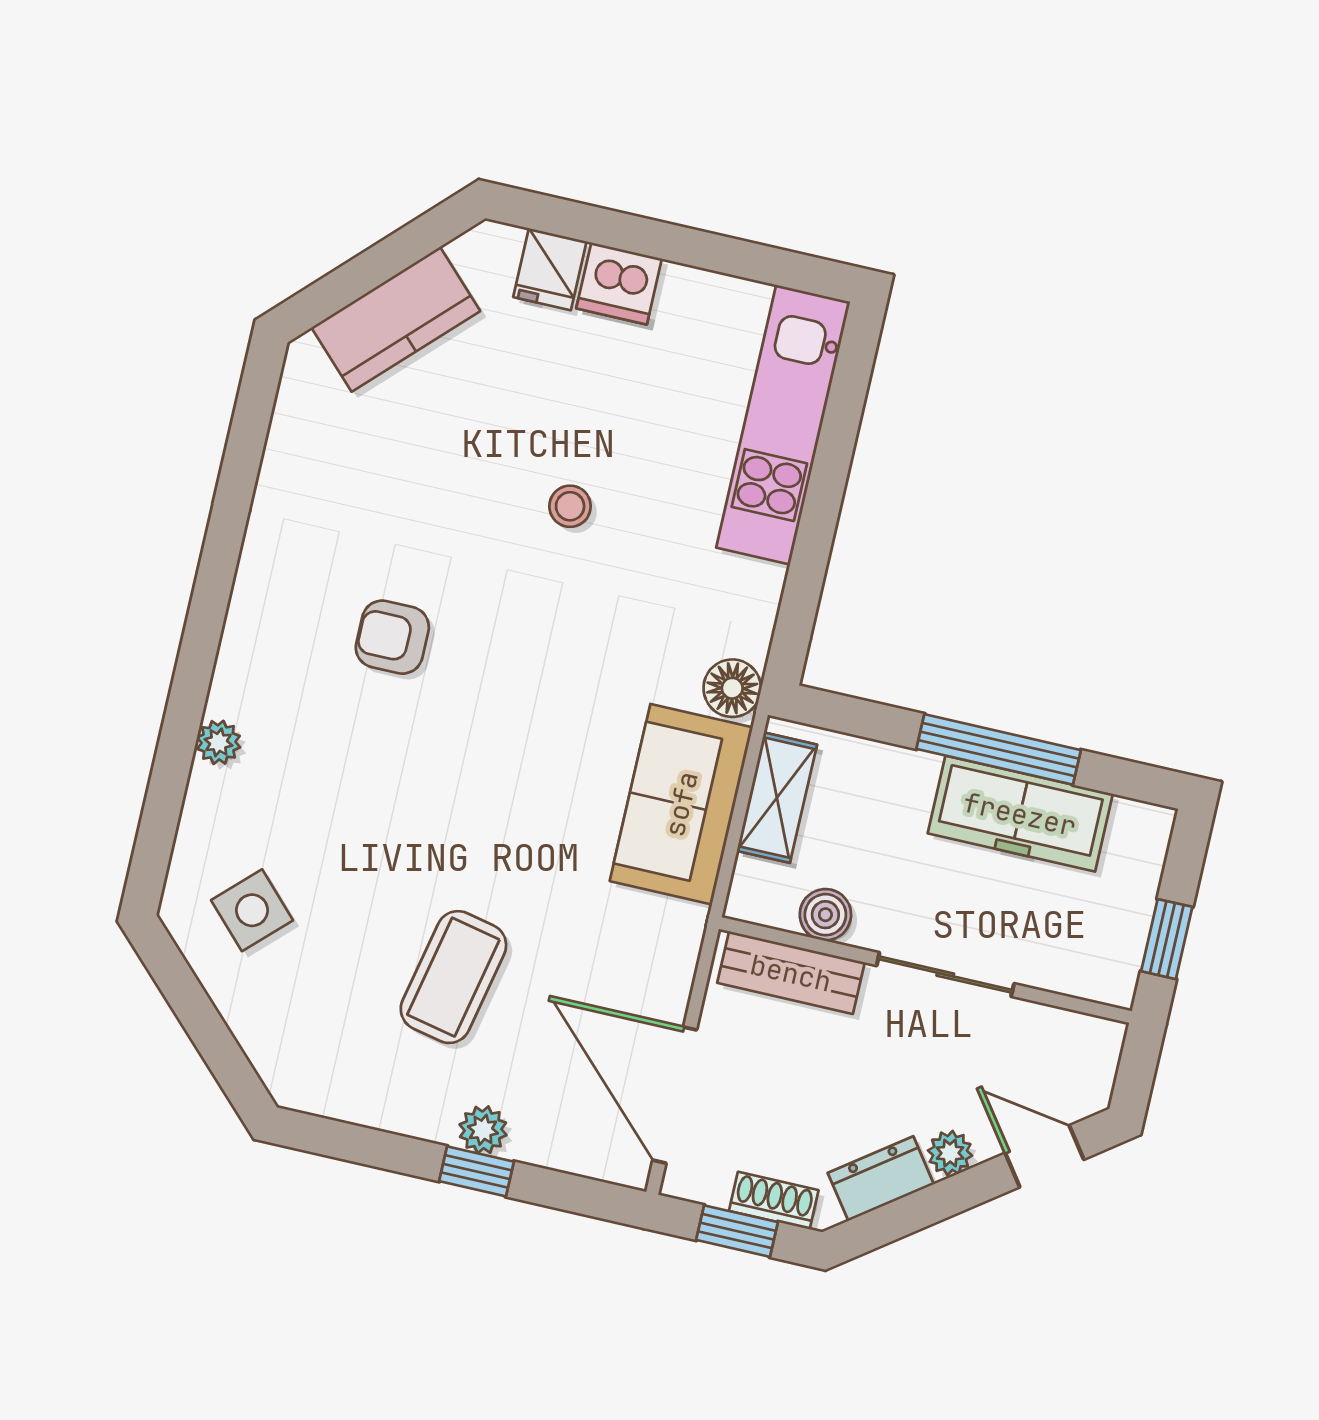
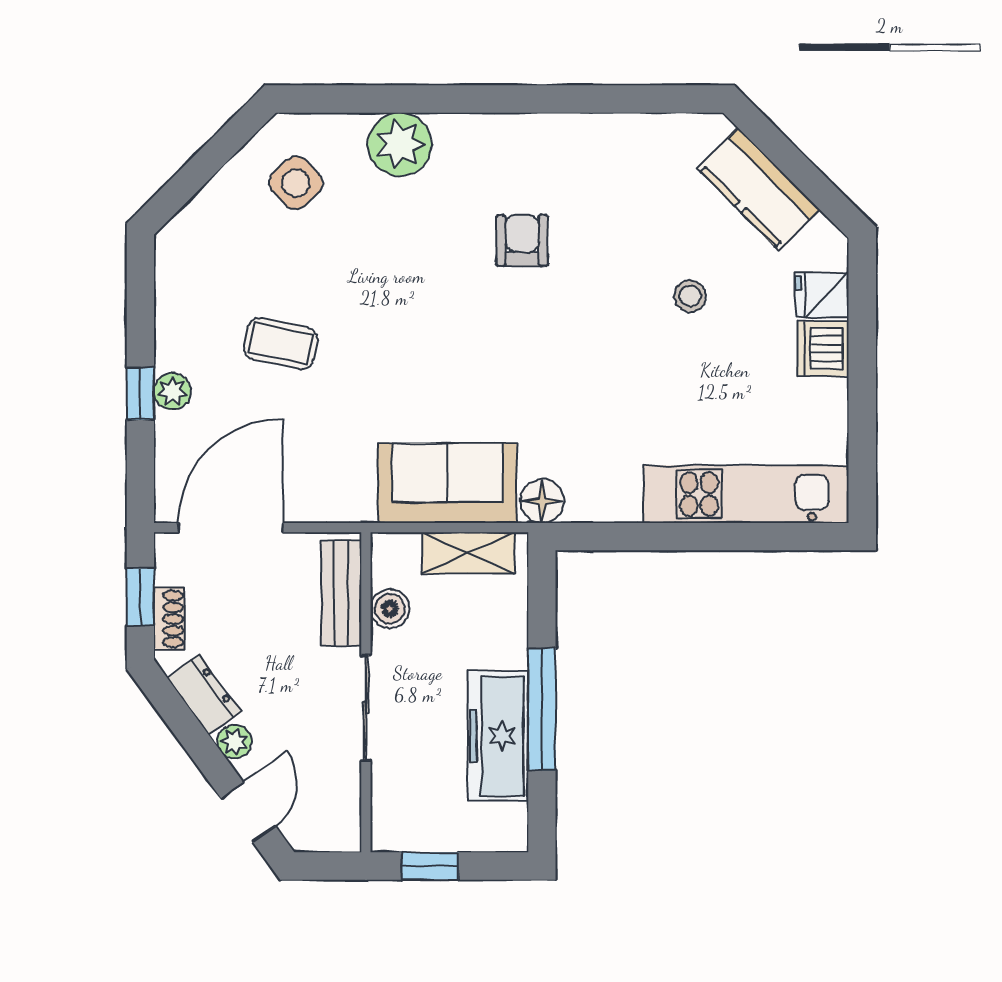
stool: (570, 506) -> (690, 296), moved
plant: (218, 742) -> (400, 144), width x1.88, depth x1.88
coffee table: (453, 977) -> (281, 344), width x0.73, depth x0.77

